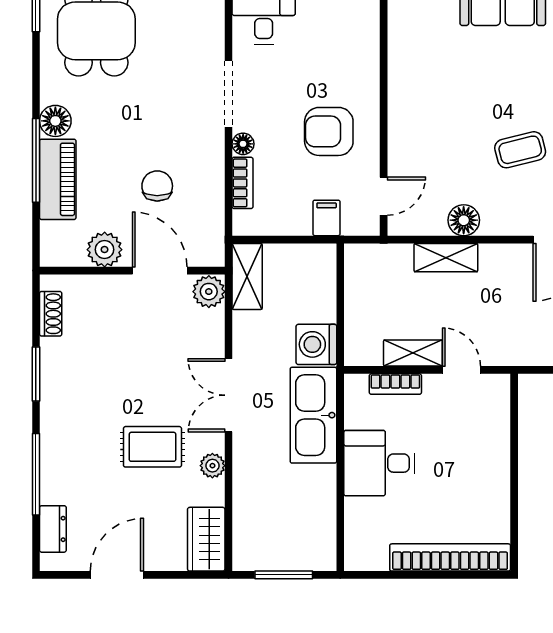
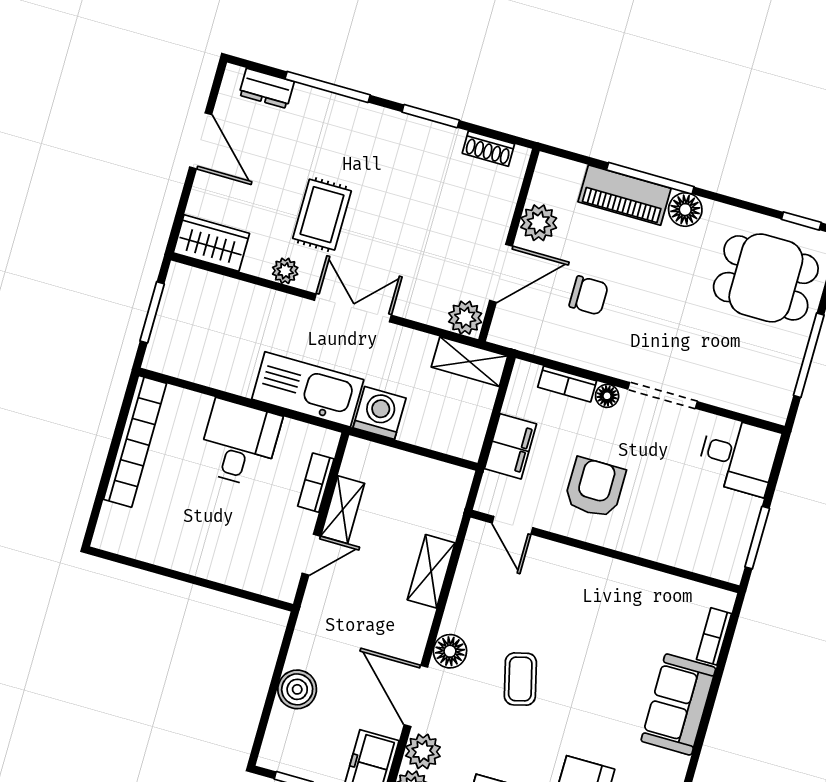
filing cabinet: (327, 218) -> (511, 446), width x2.00
floor lamp: (464, 220) -> (450, 651), moved
bookcase: (450, 557) -> (135, 441), moved

